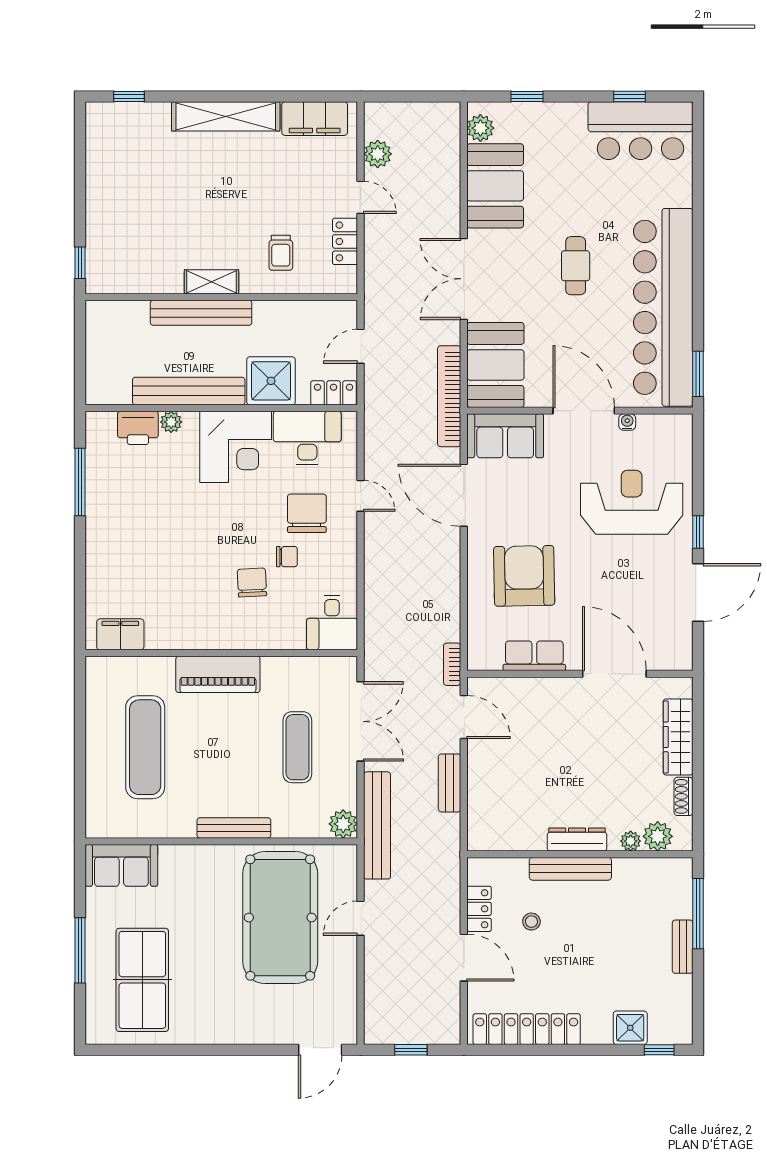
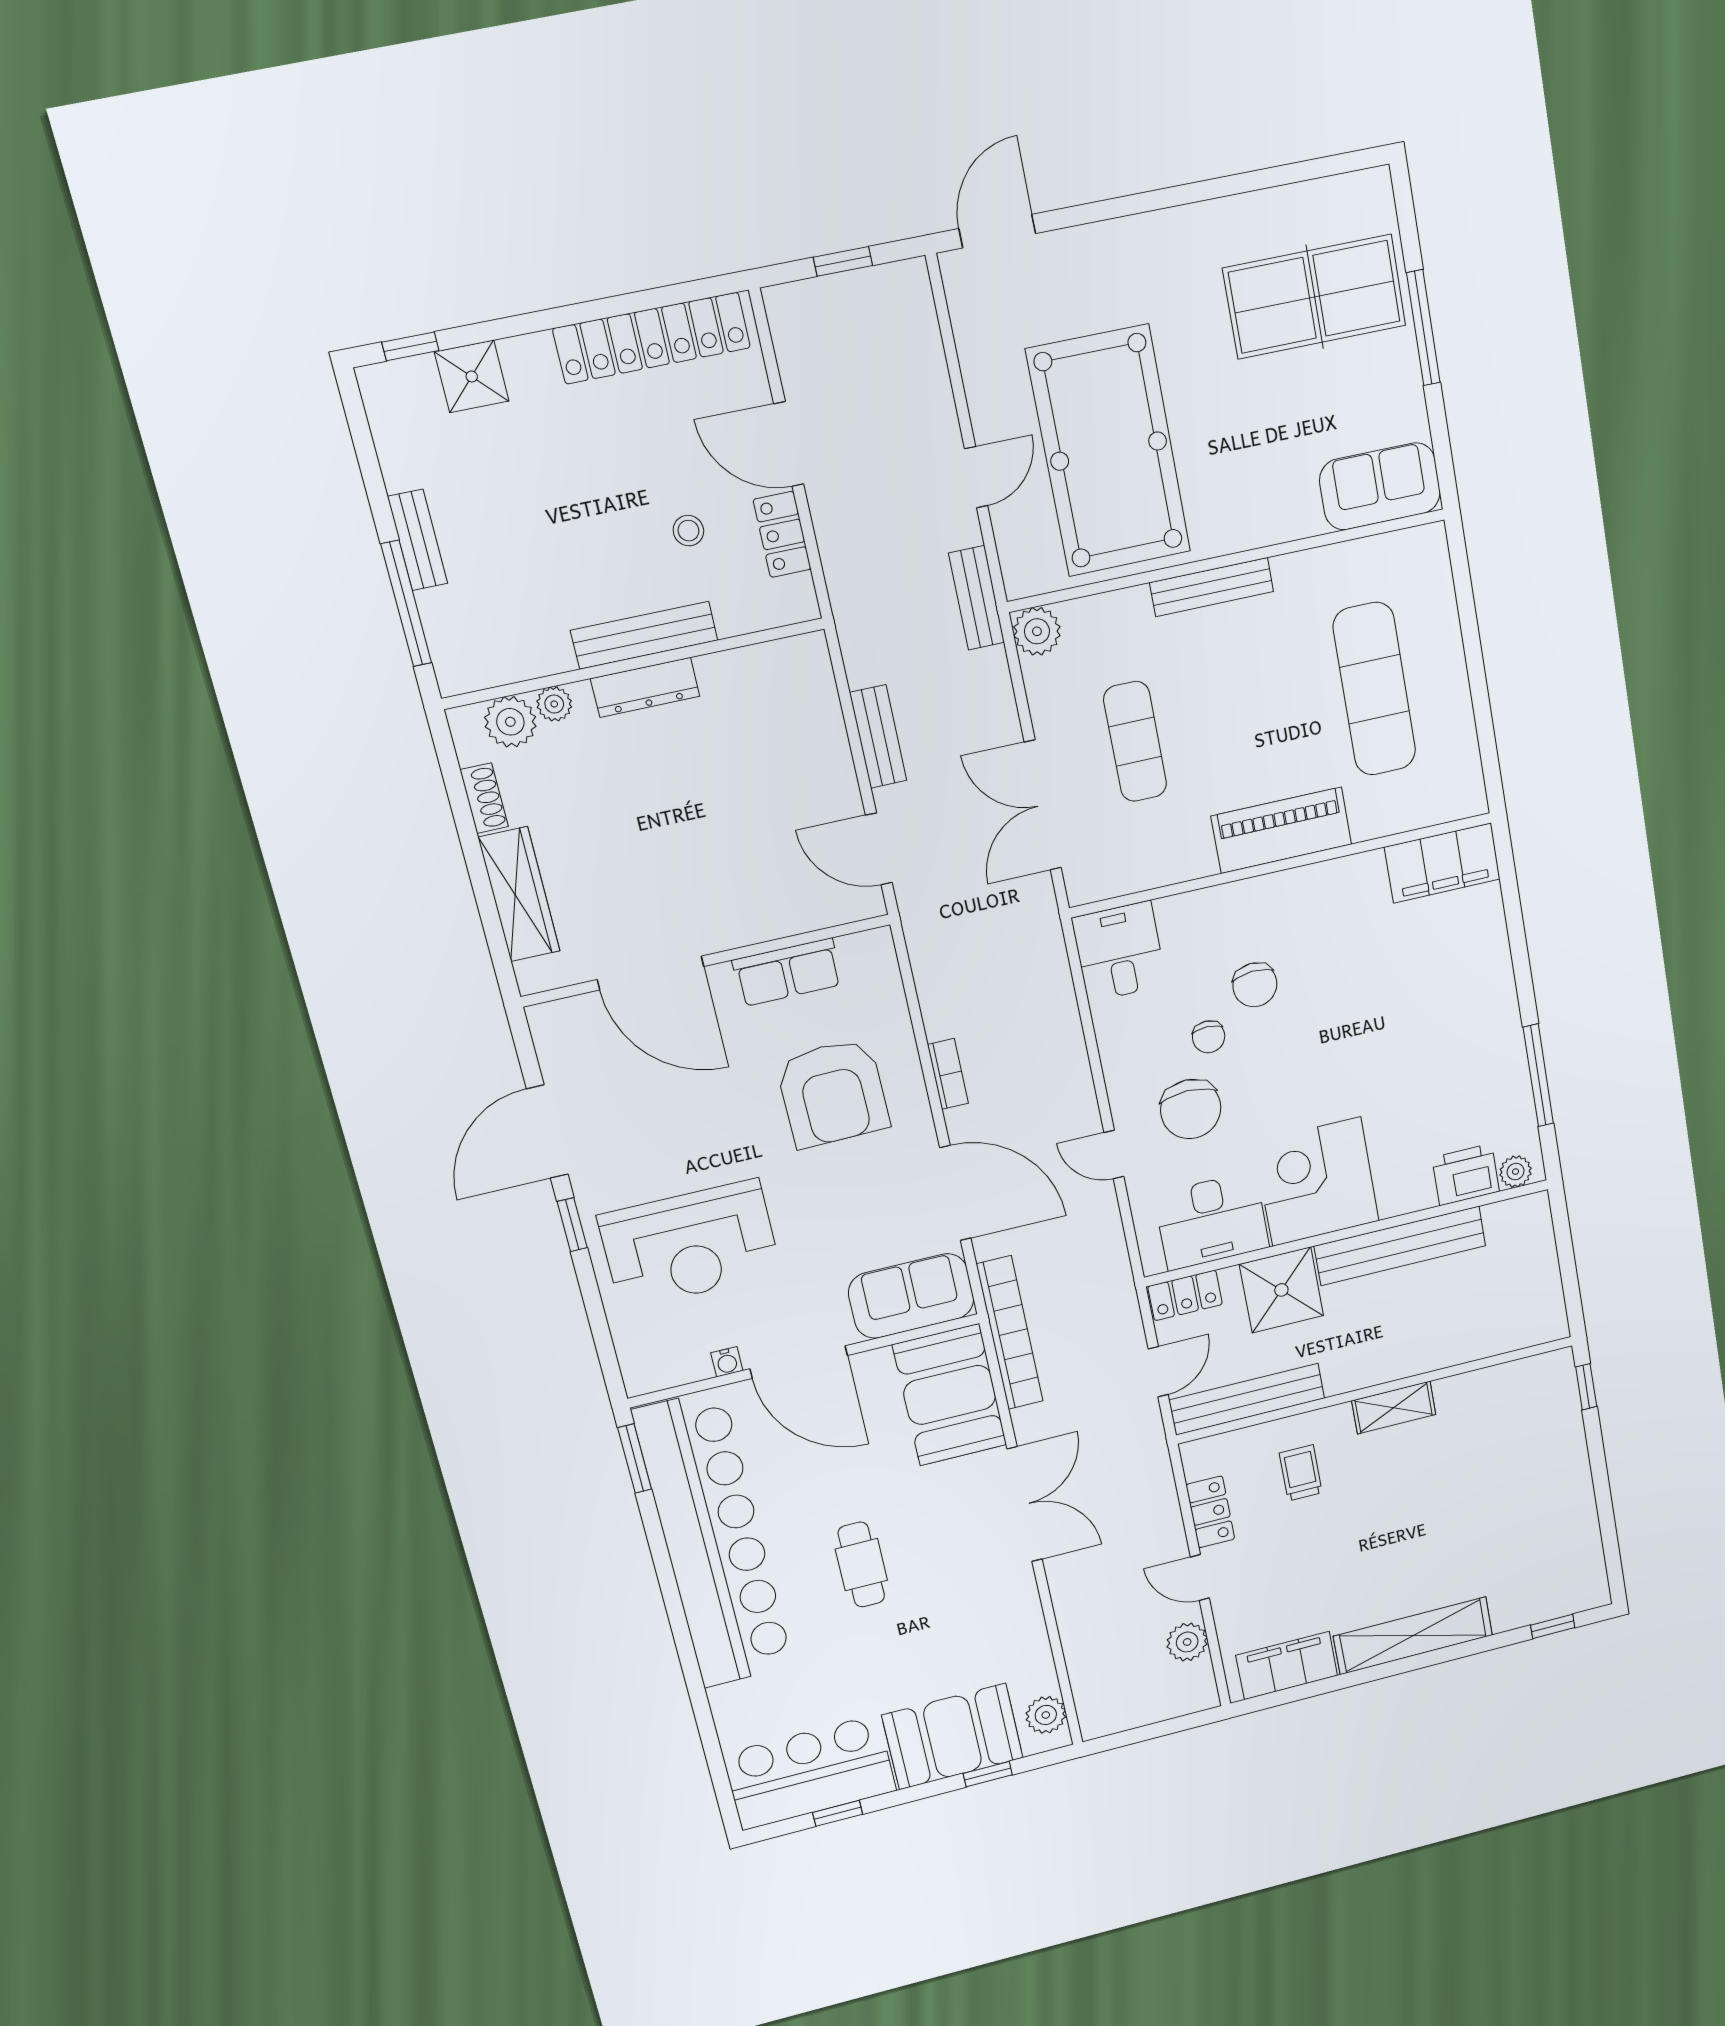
booth: (495, 186) -> (953, 1737), moved, turned 90
bench: (201, 313) -> (1247, 1399), moved
plant: (171, 422) -> (1516, 1172), moved
chair: (287, 557) -> (1209, 1037), turned -90
filing cabinet: (120, 634) -> (1442, 863), width x1.50, depth x1.17
bookcase: (452, 664) -> (948, 1074), moved
bench: (377, 825) -> (977, 598), width x0.54, depth x0.82
table tennis table: (142, 980) -> (1315, 297), turned 90

